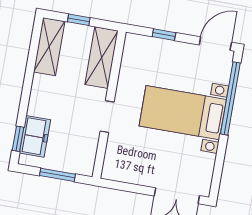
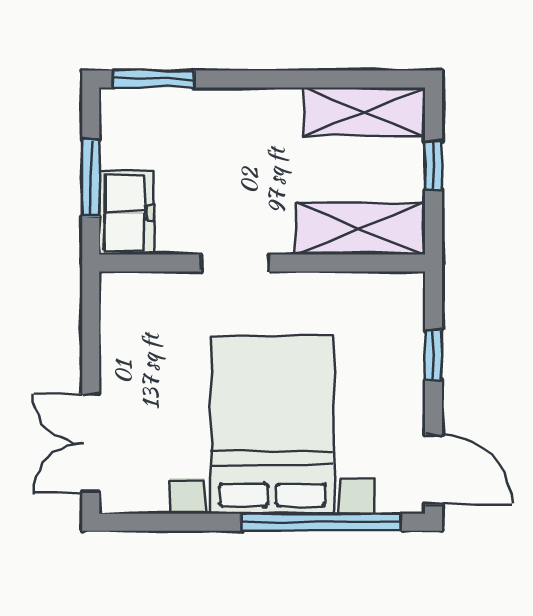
bed with nightstands: (183, 113) -> (272, 425), width x1.36
freezer: (35, 136) -> (126, 213), moved, turned -90
window: (18, 139) -> (154, 79), width x1.50

